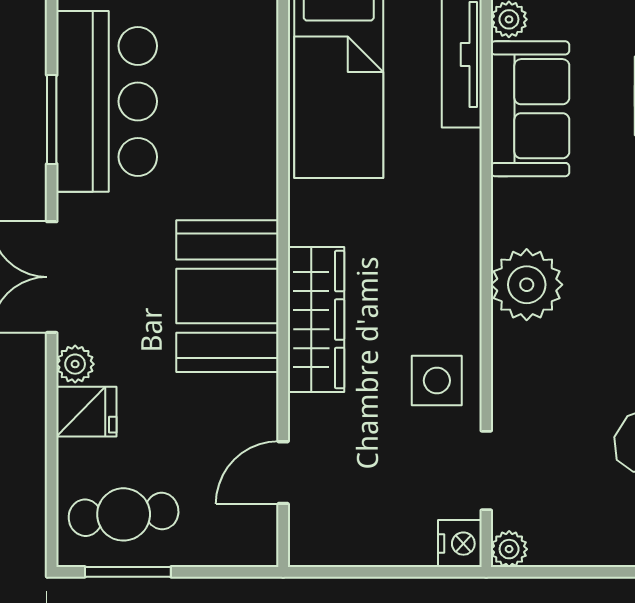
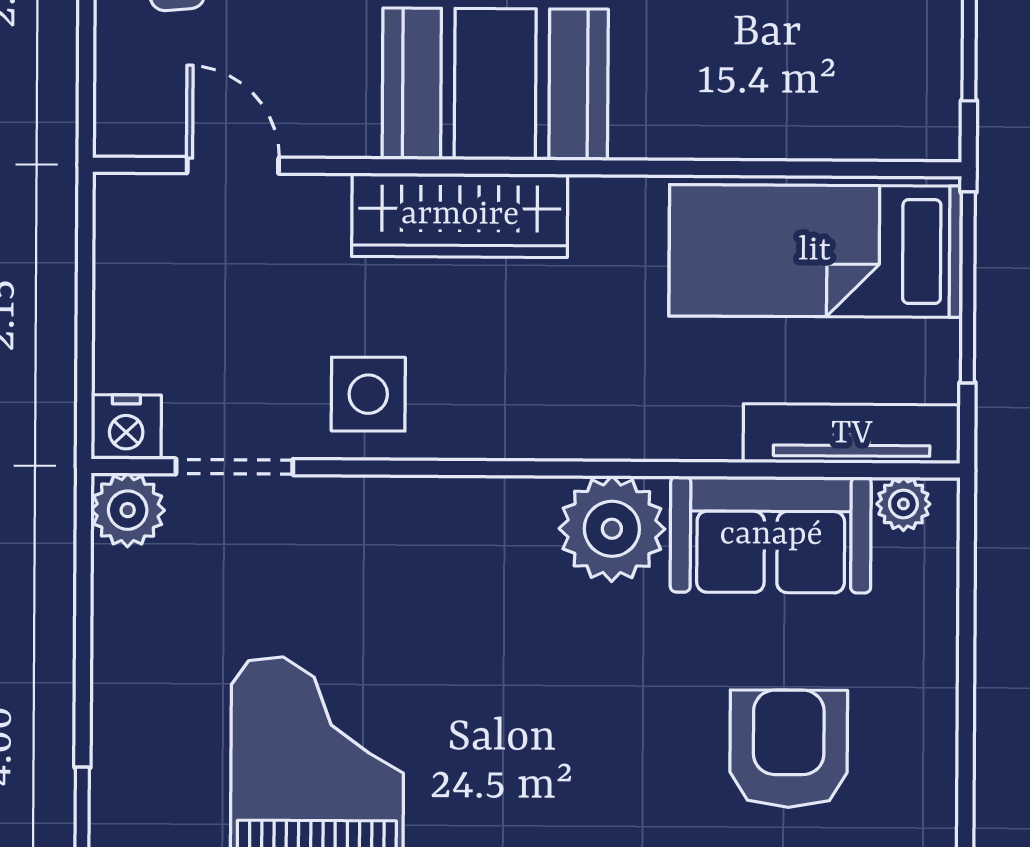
plant: (527, 285) -> (612, 529), moved
plant: (509, 549) -> (128, 510), width x1.38, depth x1.38

